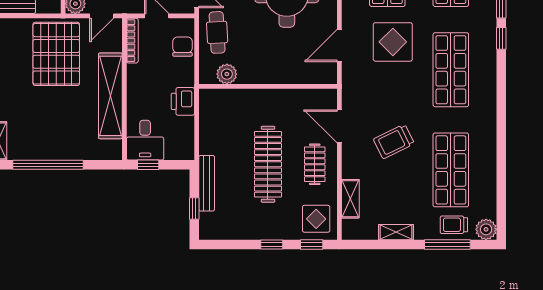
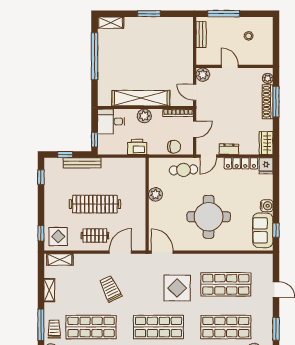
door: (339, 46) -> (162, 252), moved
pallet: (56, 54) -> (169, 62), removed
plant: (227, 74) -> (156, 194), moved
plant: (137, 91) -> (144, 116), added
window: (148, 165) -> (94, 140), moved
shelving: (350, 199) -> (60, 259), moved
window: (272, 245) -> (41, 177), moved

